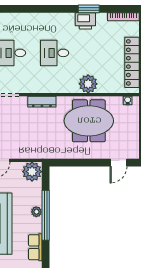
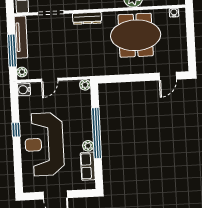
plant: (32, 172) -> (85, 85), width x0.53, depth x0.53
plant: (36, 212) -> (88, 146), moved

